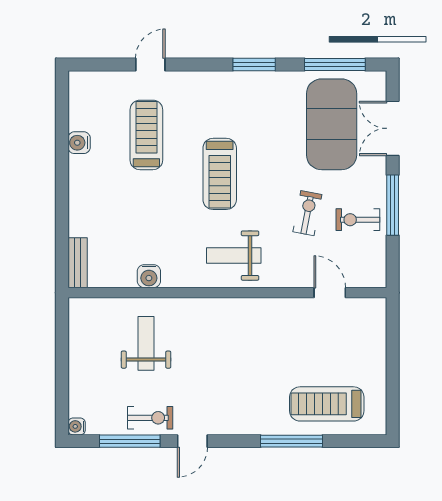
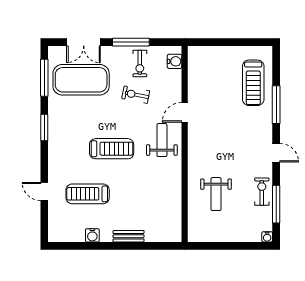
weight bench: (234, 256) -> (162, 140), turned 180
bench: (78, 263) -> (129, 236), moved
water cooler: (149, 276) -> (175, 61), moved
door: (330, 293) -> (185, 112), moved
weight bench: (146, 343) -> (216, 194), turned -90
door: (192, 441) -> (276, 153), moved

